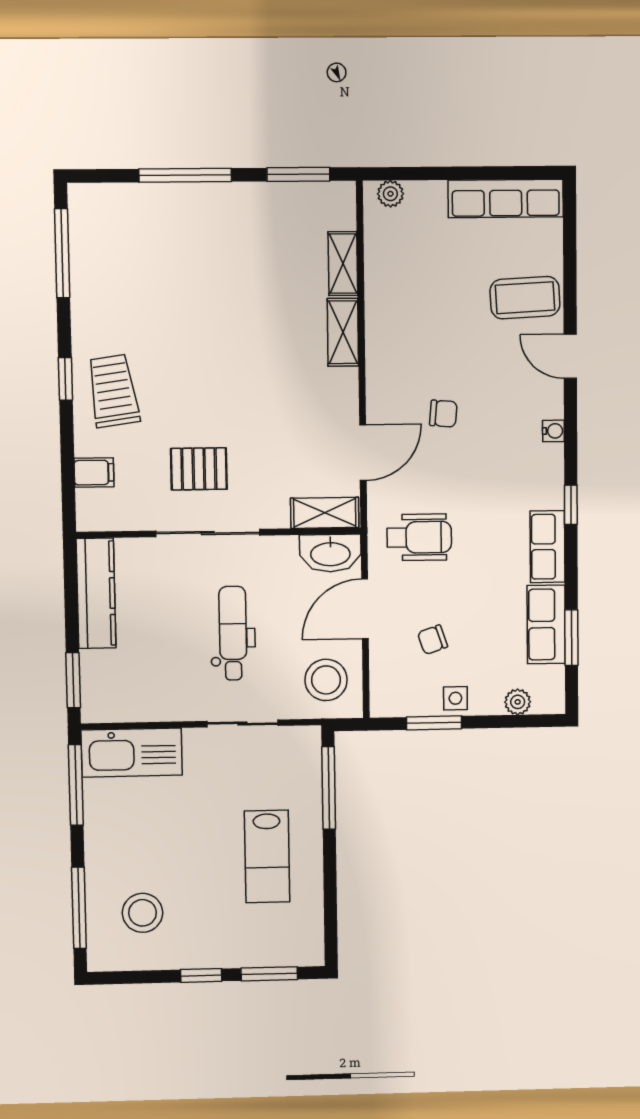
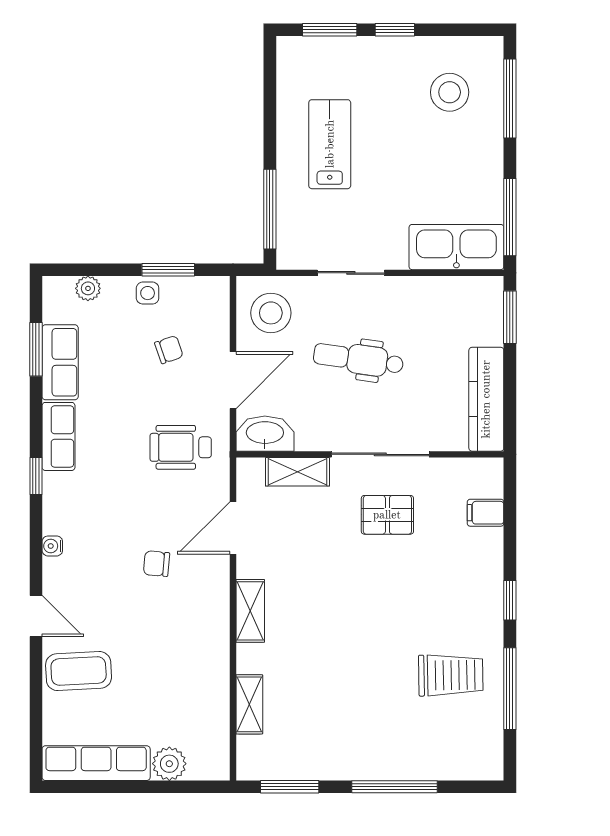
plant: (390, 194) -> (169, 764), moved, width x1.38, depth x1.38
window: (62, 253) -> (510, 689), moved
shelving: (343, 332) -> (250, 611), moved
trolley: (113, 391) -> (451, 675), moved, turned -83
shelving: (325, 513) -> (297, 472), moved
dental chair: (233, 633) -> (358, 359), turned 98

